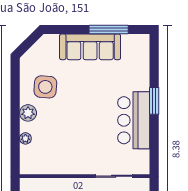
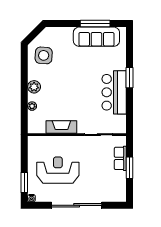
sofa: (90, 47) -> (96, 37), moved
side table: (45, 87) -> (44, 55), moved
fireplace: (64, 166) -> (61, 127), added

